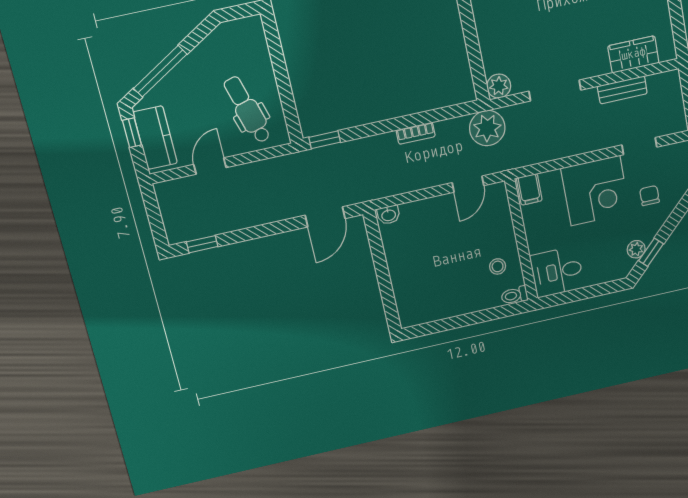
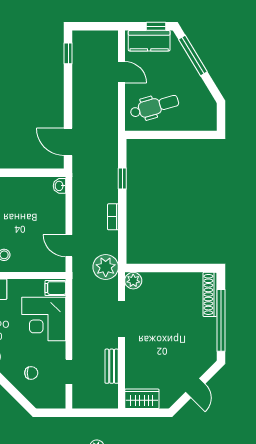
wardrobe: (633, 54) -> (142, 399), moved, turned -90
window: (325, 140) -> (122, 178), moved
corner desk: (595, 191) -> (44, 319), moved

